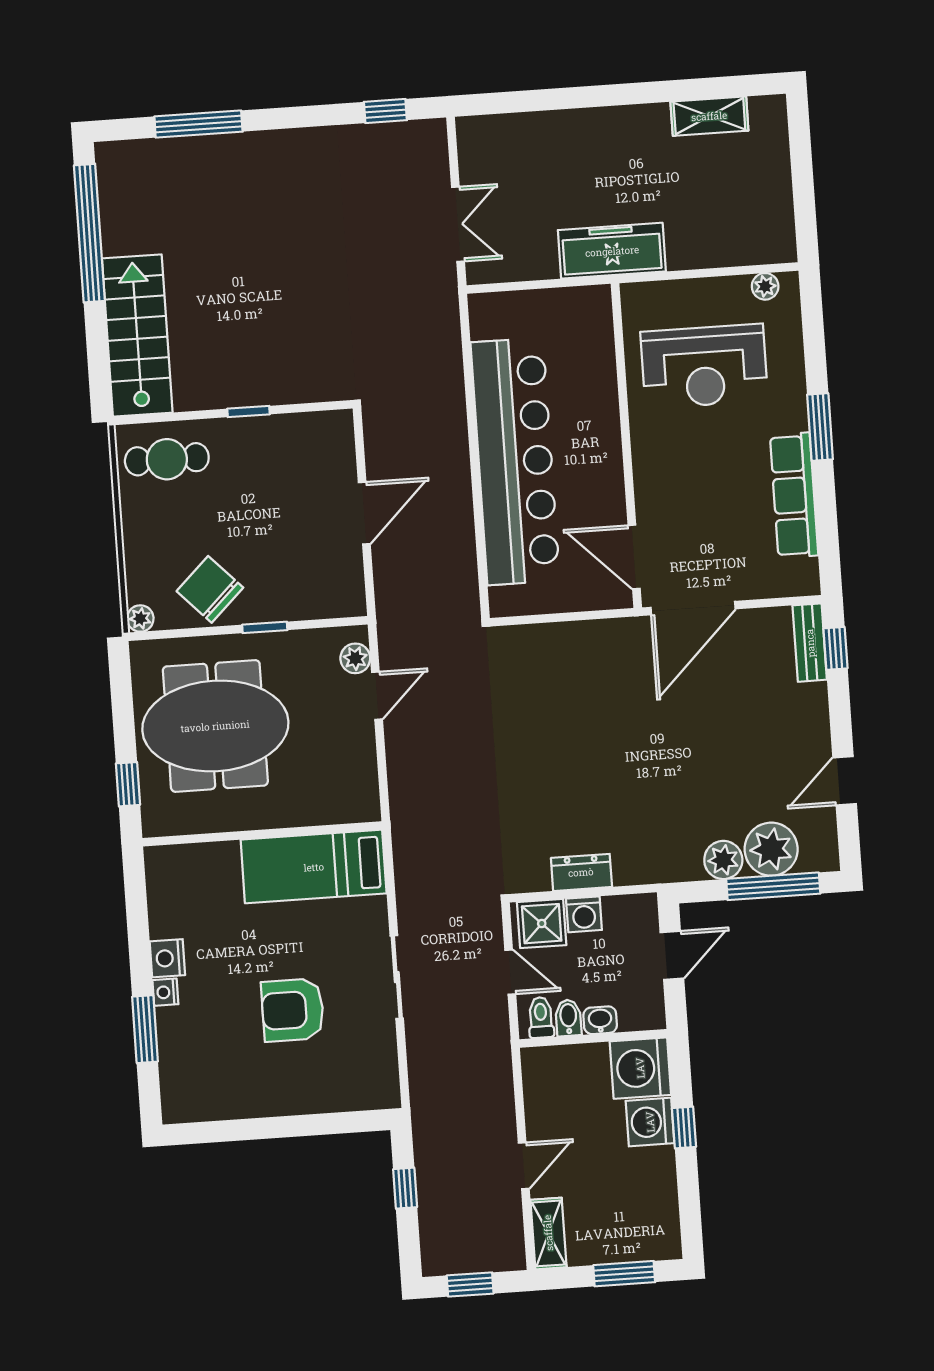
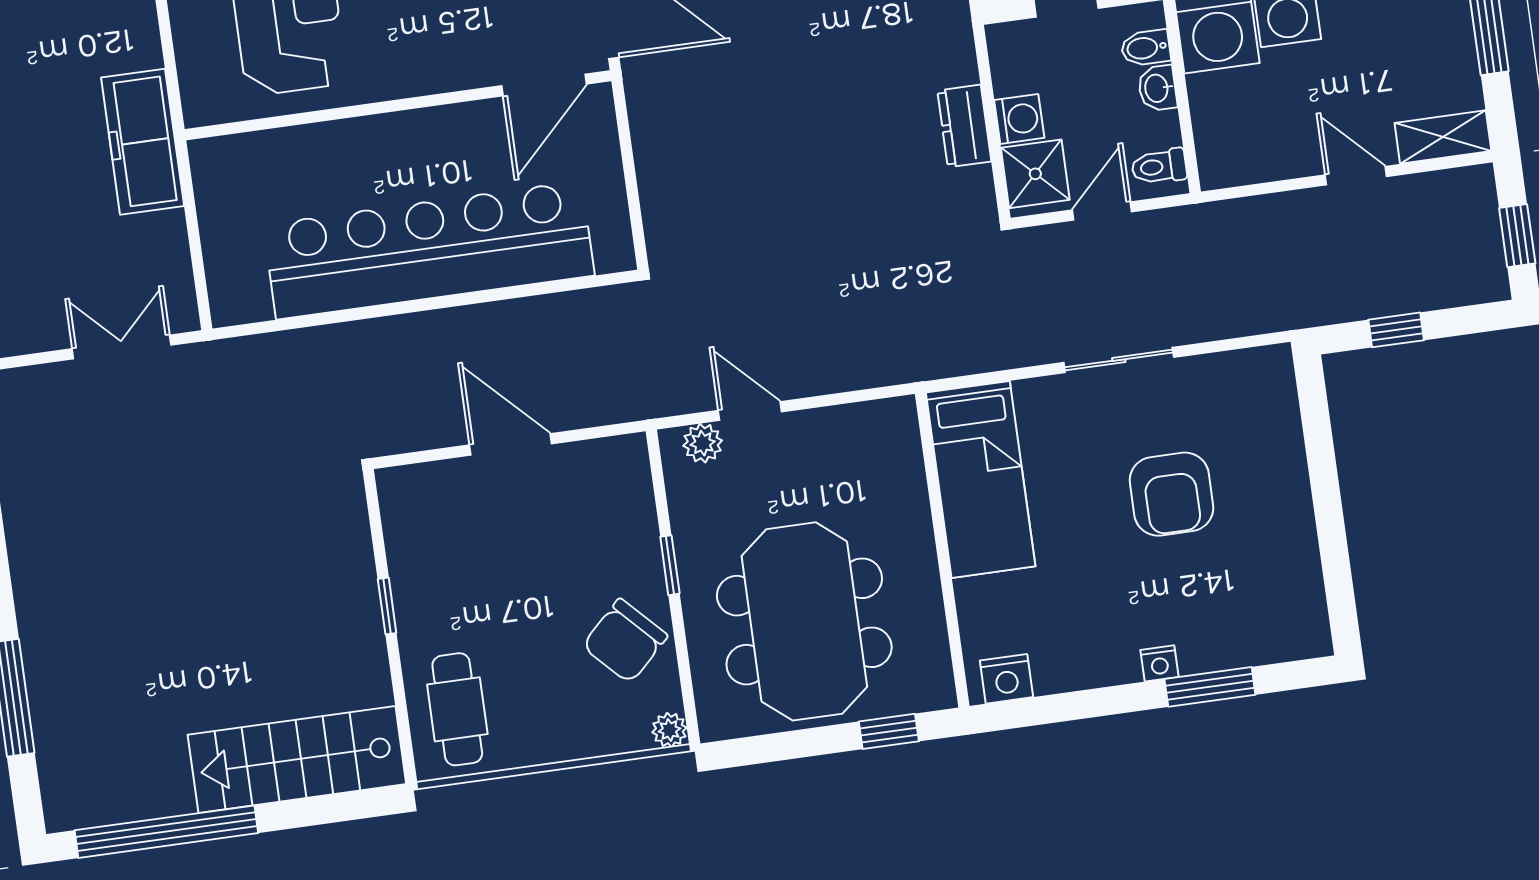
nightstand: (167, 958) -> (1007, 679), moved
bidet: (568, 1018) -> (1146, 48), moved

